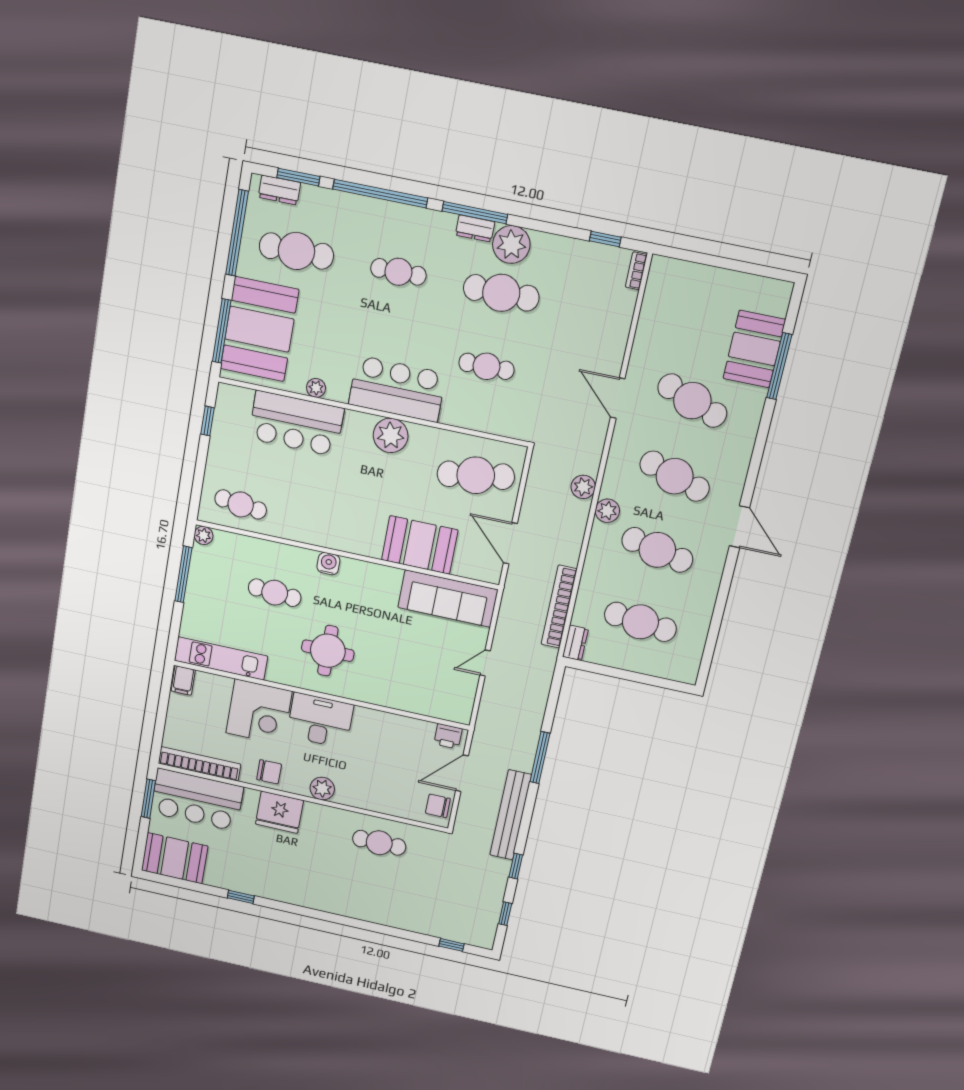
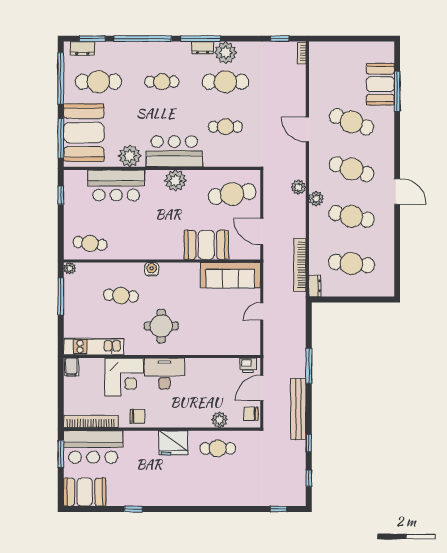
plant: (316, 388) -> (130, 156), width x1.88, depth x1.88
plant: (322, 789) -> (219, 420), moved
fridge: (279, 812) -> (173, 443), moved

